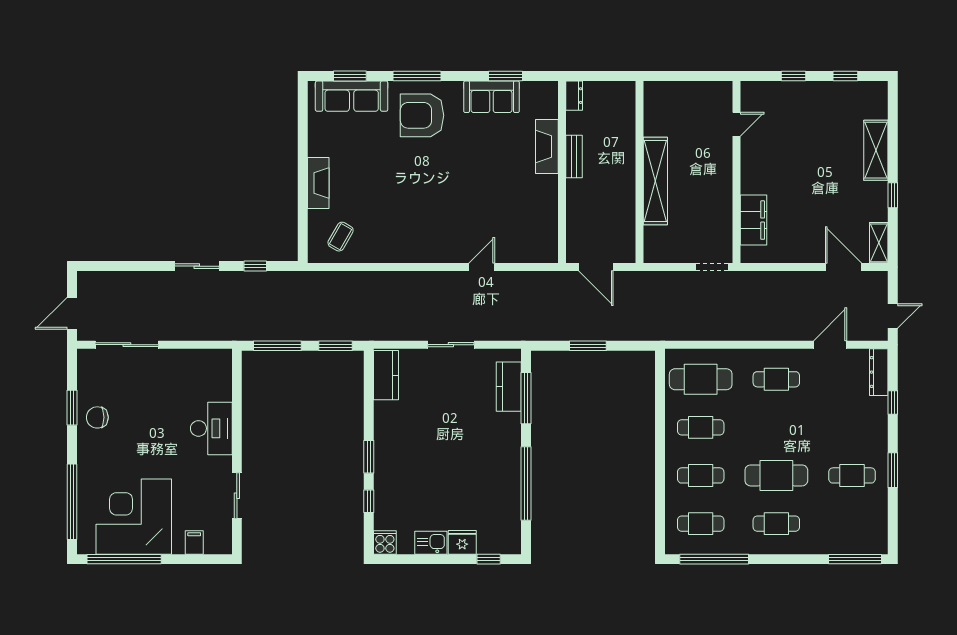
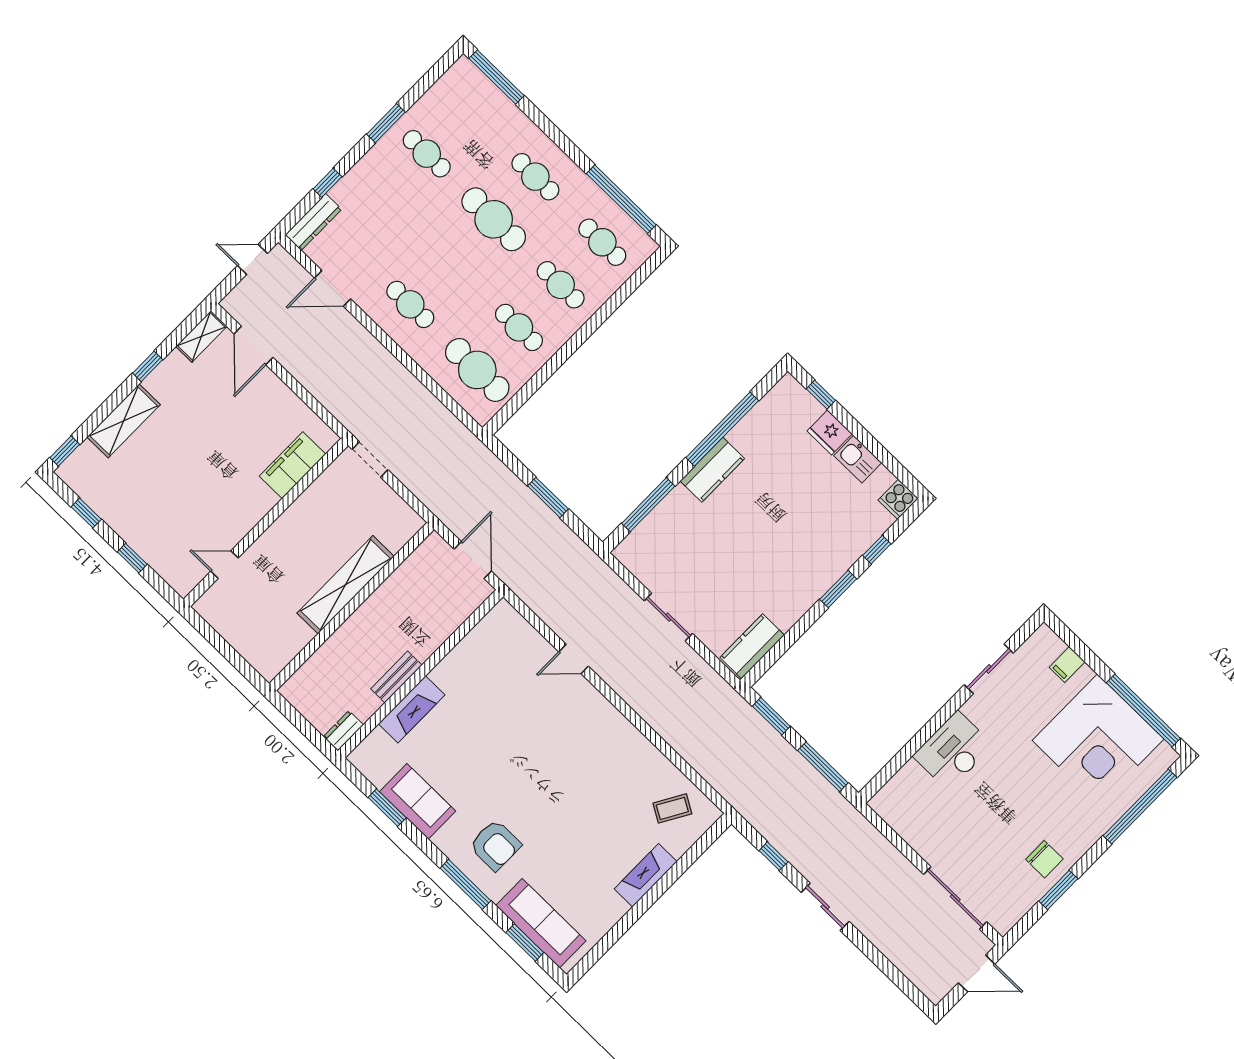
window: (893, 100) -> (65, 451), added
armchair: (422, 115) -> (495, 845), width x0.73, depth x0.73
kitchen counter: (509, 387) -> (712, 470), moved

